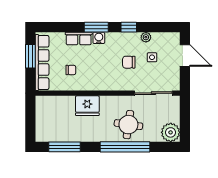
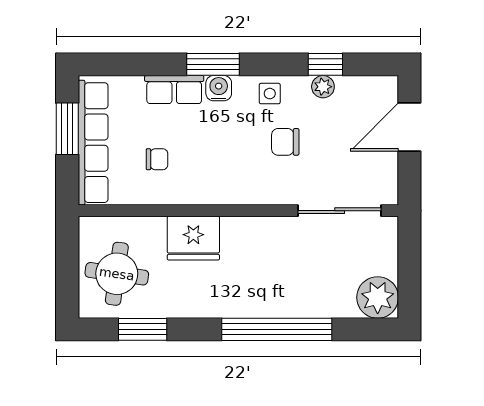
window: (129, 27) -> (325, 64), moved
door: (185, 55) -> (409, 127), swing flipped
side table: (152, 57) -> (270, 94), moved
round table: (128, 125) -> (117, 274), moved
window: (64, 147) -> (143, 329), width x0.69

